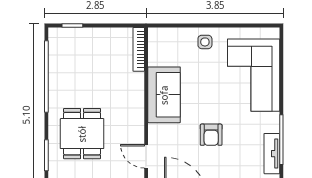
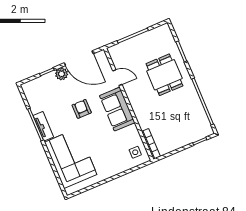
side table: (205, 42) -> (135, 152), moved
sofa: (164, 95) -> (117, 109), moved
tv unit: (272, 154) -> (43, 126), moved

